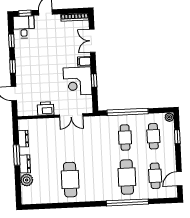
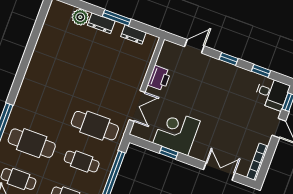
filing cabinet: (84, 61) -> (198, 150), removed
double door: (71, 116) -> (137, 106), swing flipped
cafe table: (70, 180) -> (95, 126), moved

